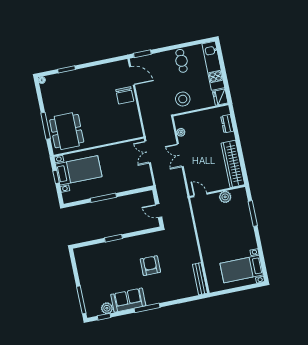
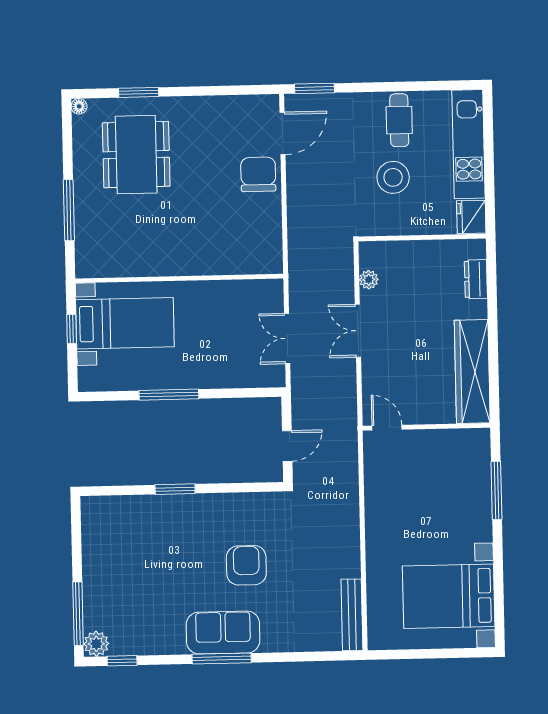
door: (132, 76) -> (282, 133), hinge flipped
chair: (125, 95) -> (258, 174), turned 180
stool: (183, 99) -> (393, 177), moved
dining table: (67, 131) -> (136, 155), moved
double door: (148, 152) -> (287, 338), moved
plant: (225, 197) -> (442, 442), removed
door: (159, 211) -> (287, 446), swing flipped
bed with nightstands: (242, 269) -> (449, 596), width x1.36
sofa: (128, 300) -> (223, 633), moved
plant: (107, 308) -> (96, 644), moved

